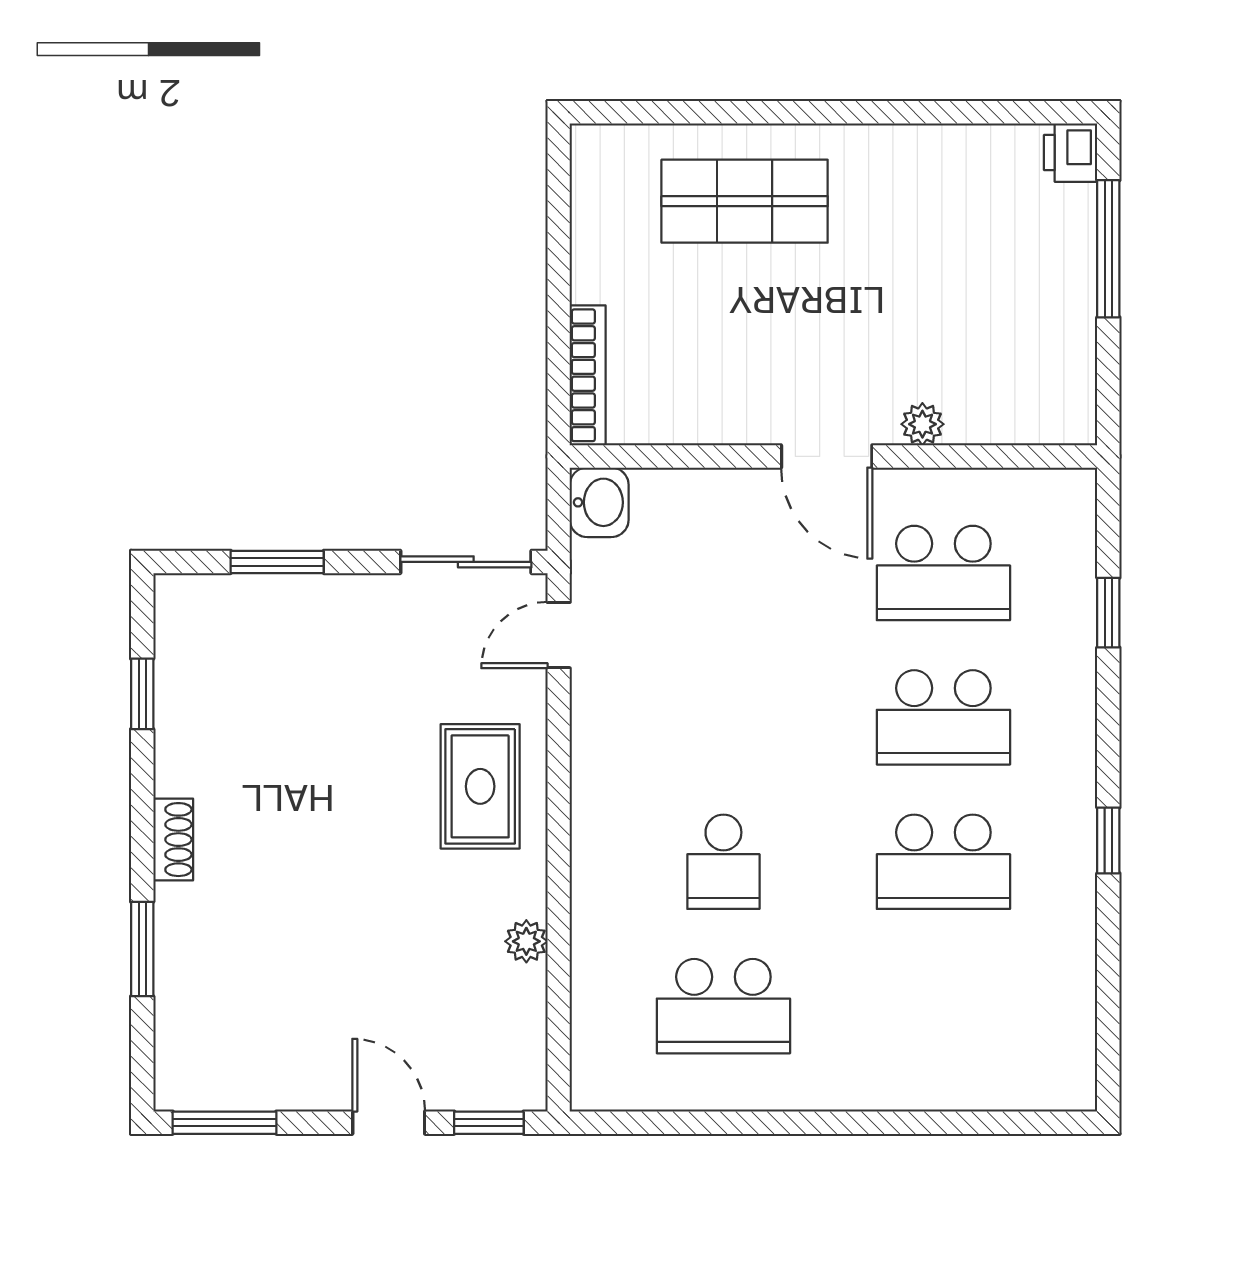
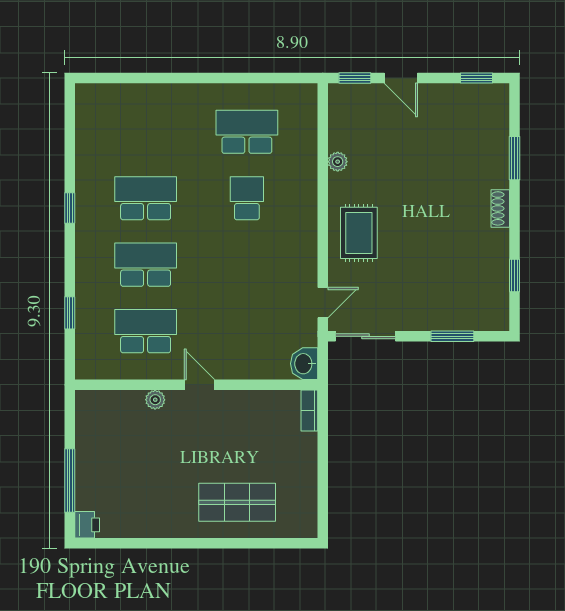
bookcase: (588, 375) -> (309, 411), width x0.64
door: (827, 456) -> (199, 385), width x0.73
window: (225, 1123) -> (477, 78), width x0.67

